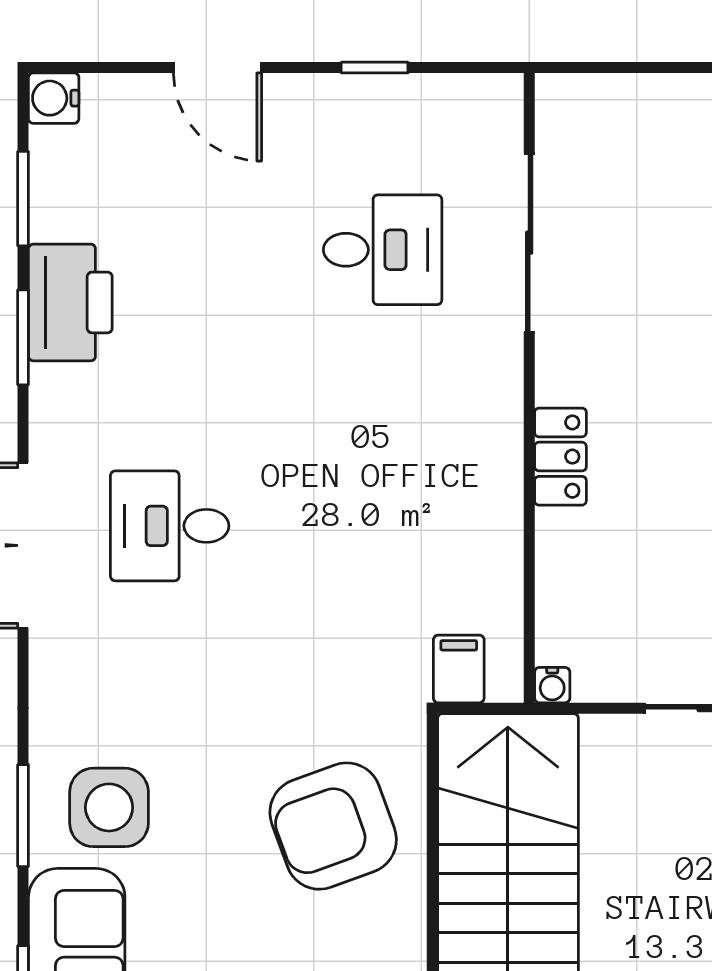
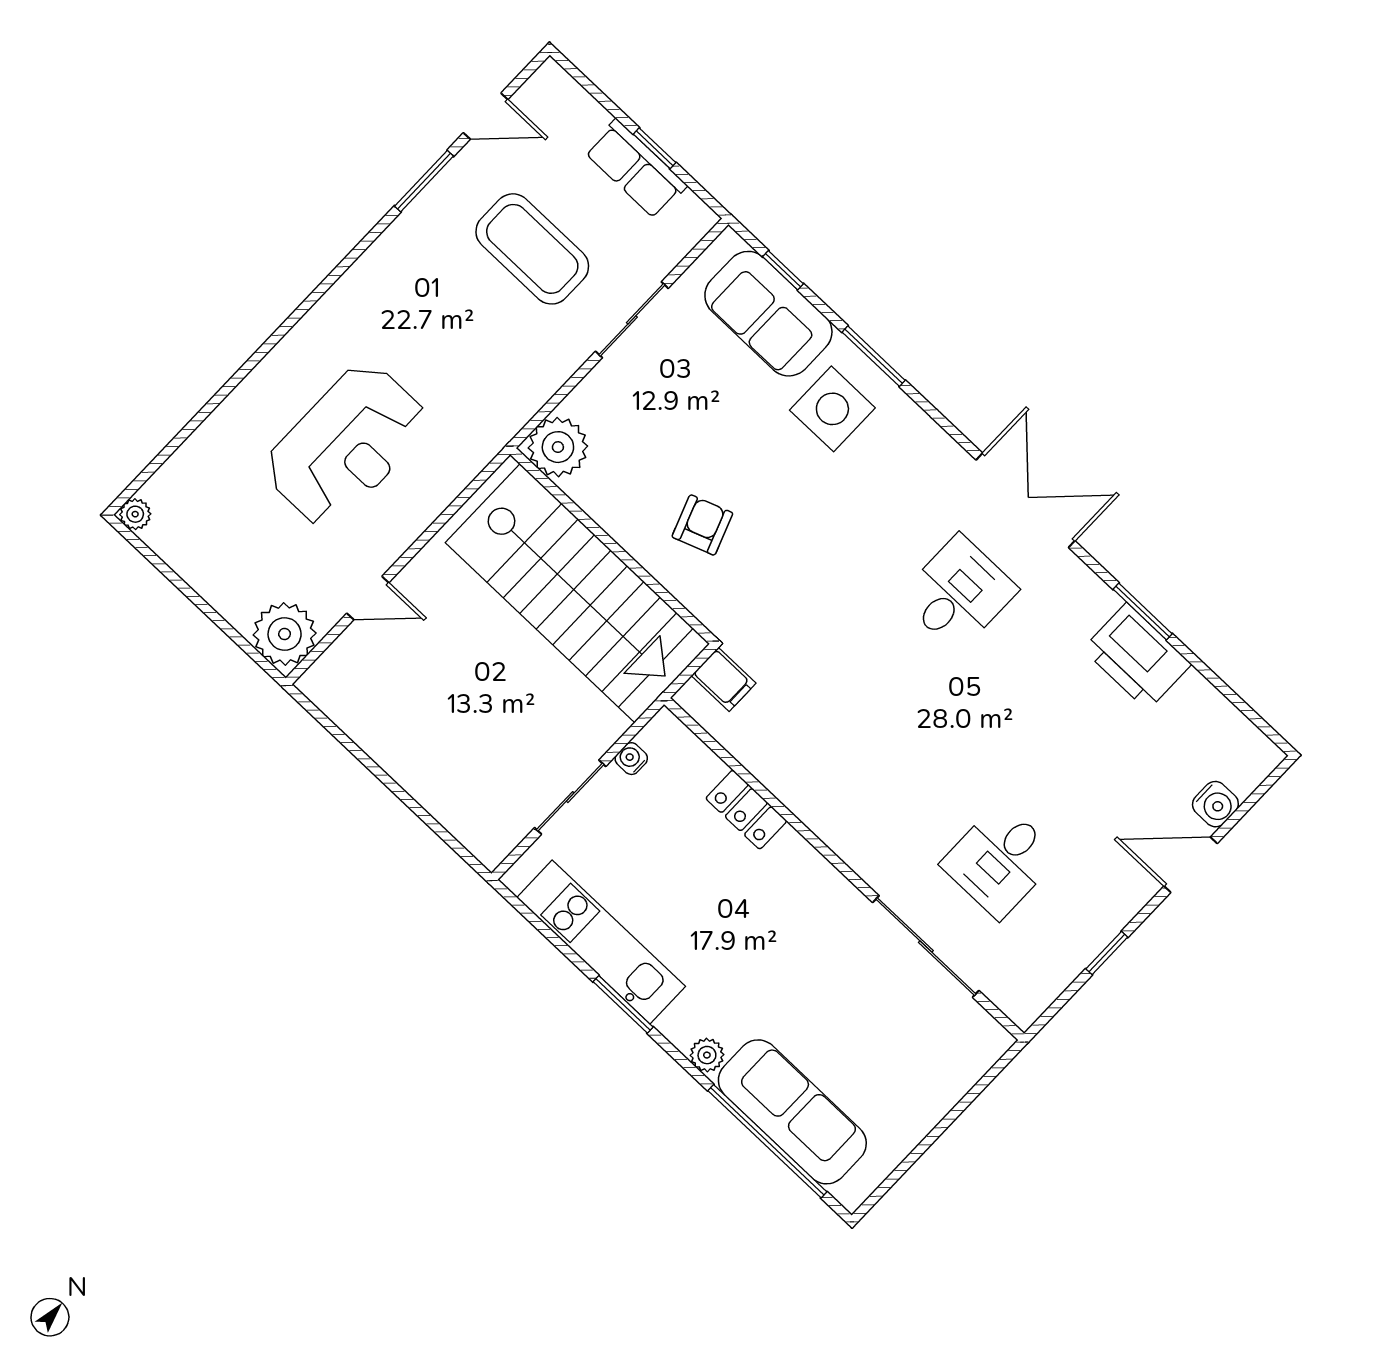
water cooler: (54, 98) -> (1215, 804), moved, turned 90
window: (23, 199) -> (1221, 685), removed
locker: (560, 457) -> (746, 810), moved
water cooler: (552, 685) -> (631, 759), moved
armchair: (333, 826) -> (702, 525), width x0.53, depth x0.53

